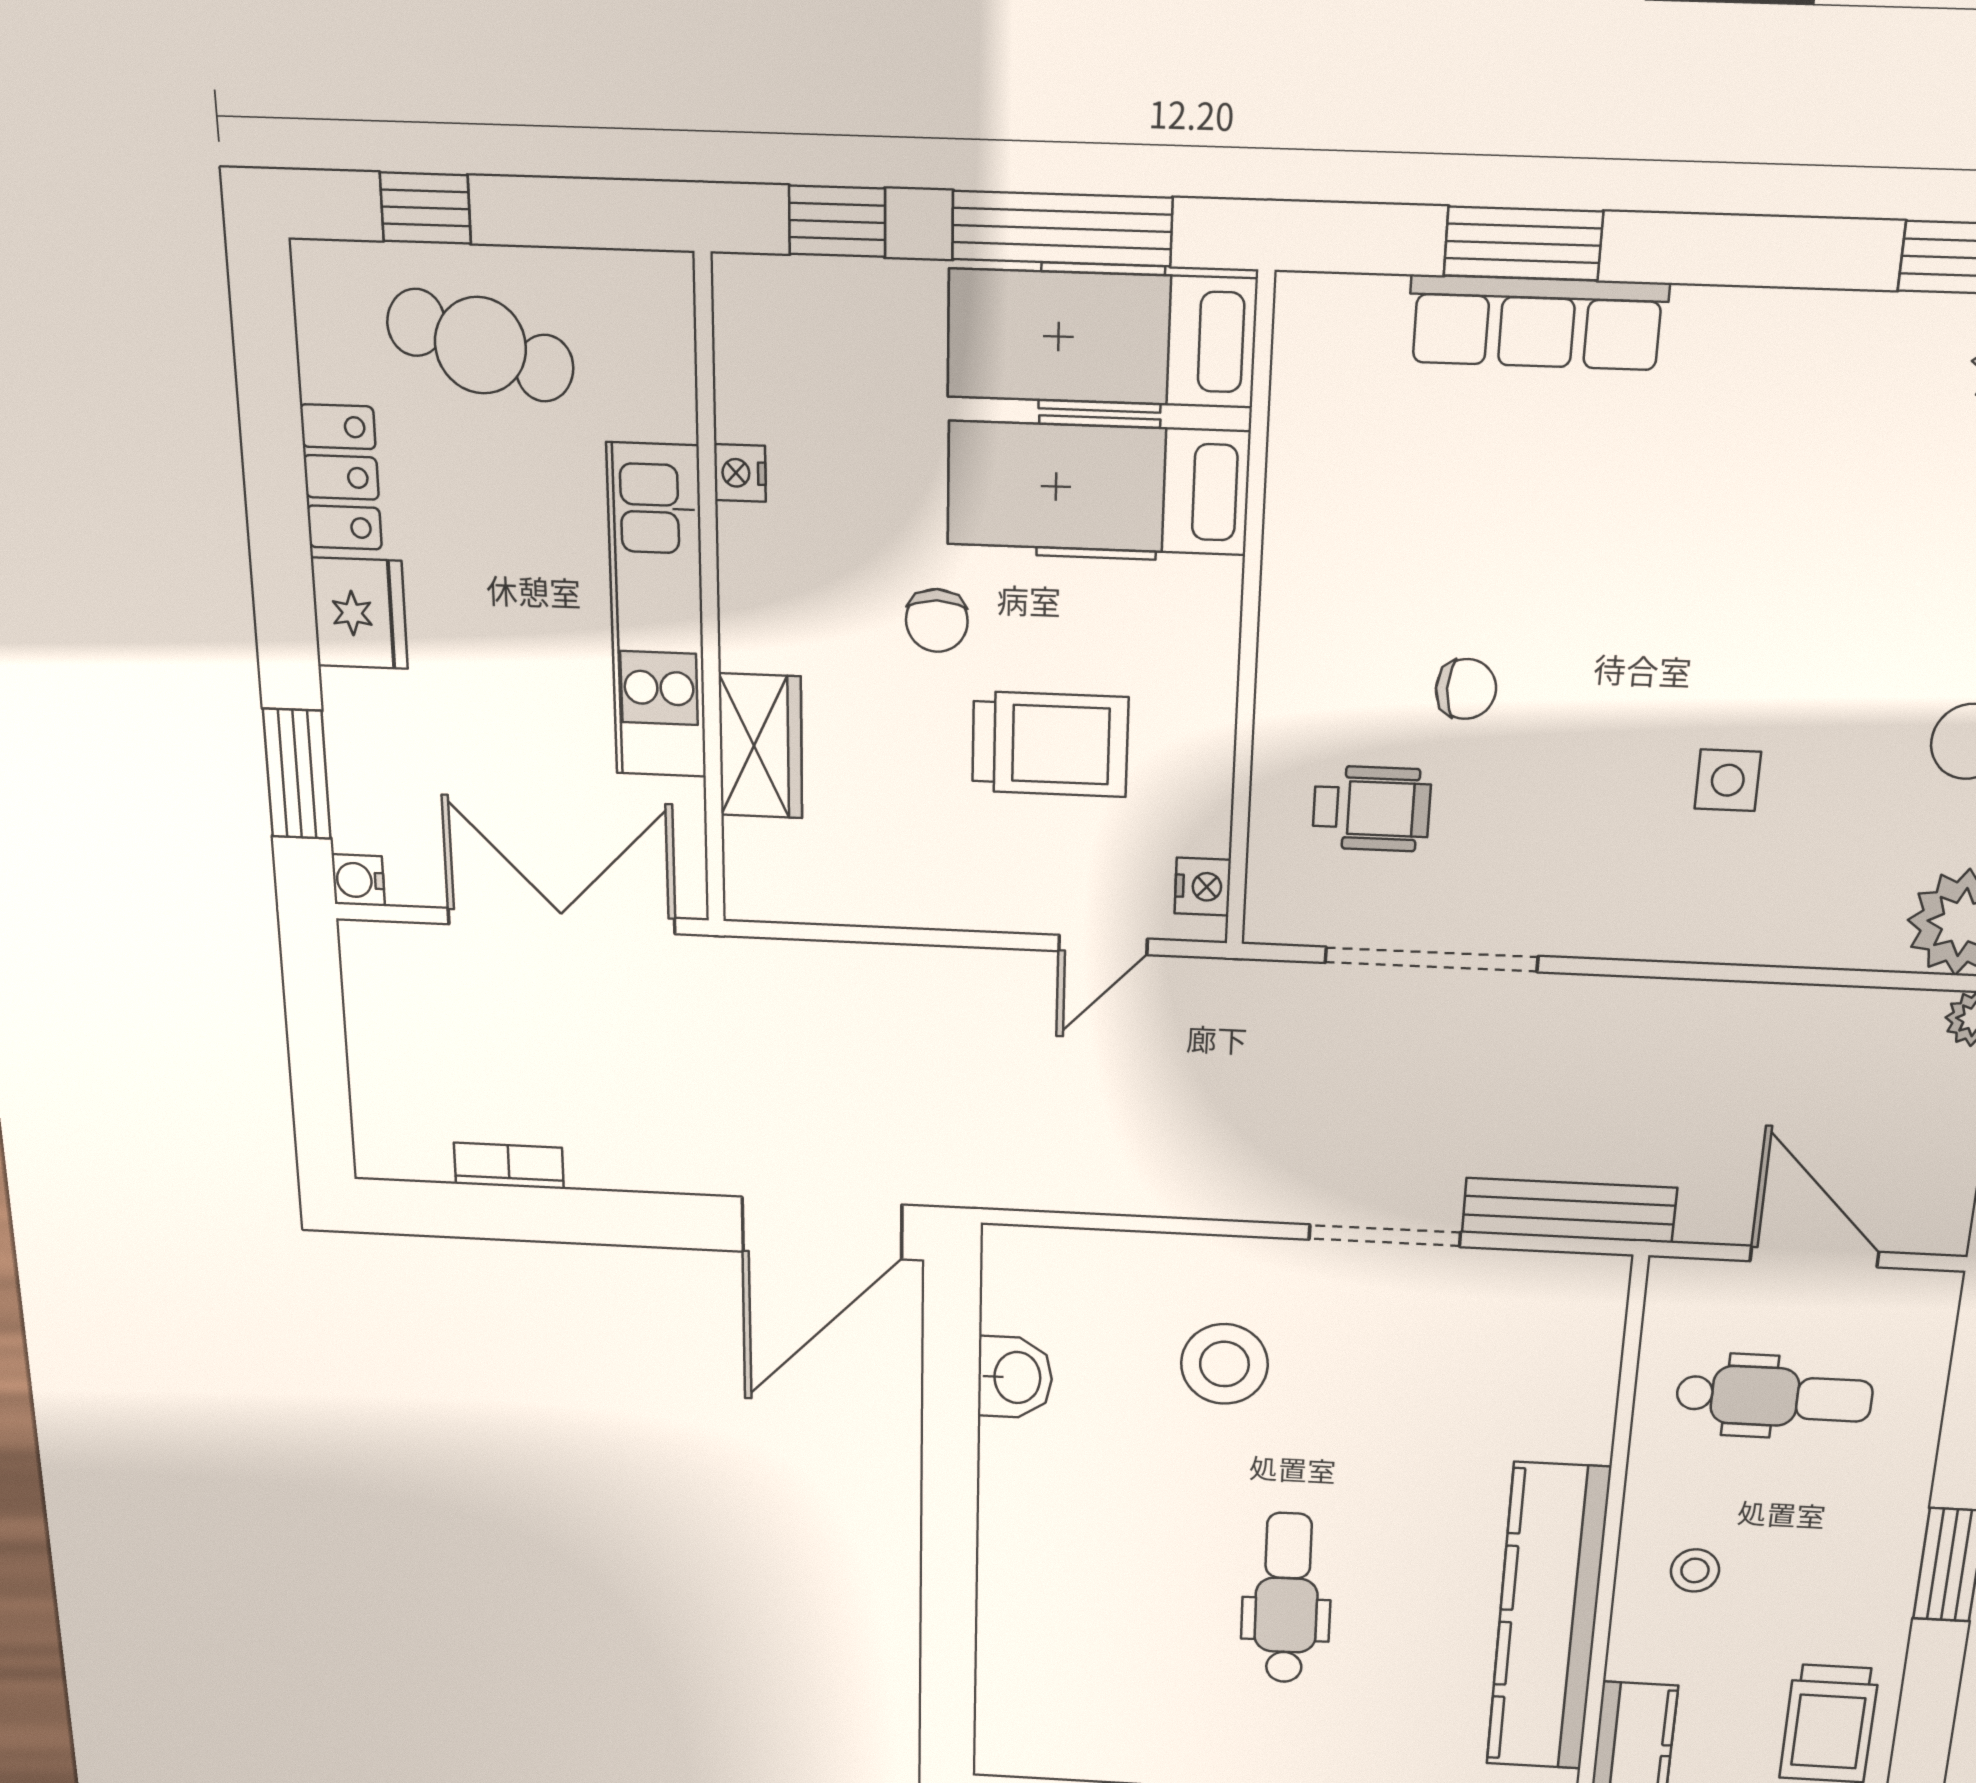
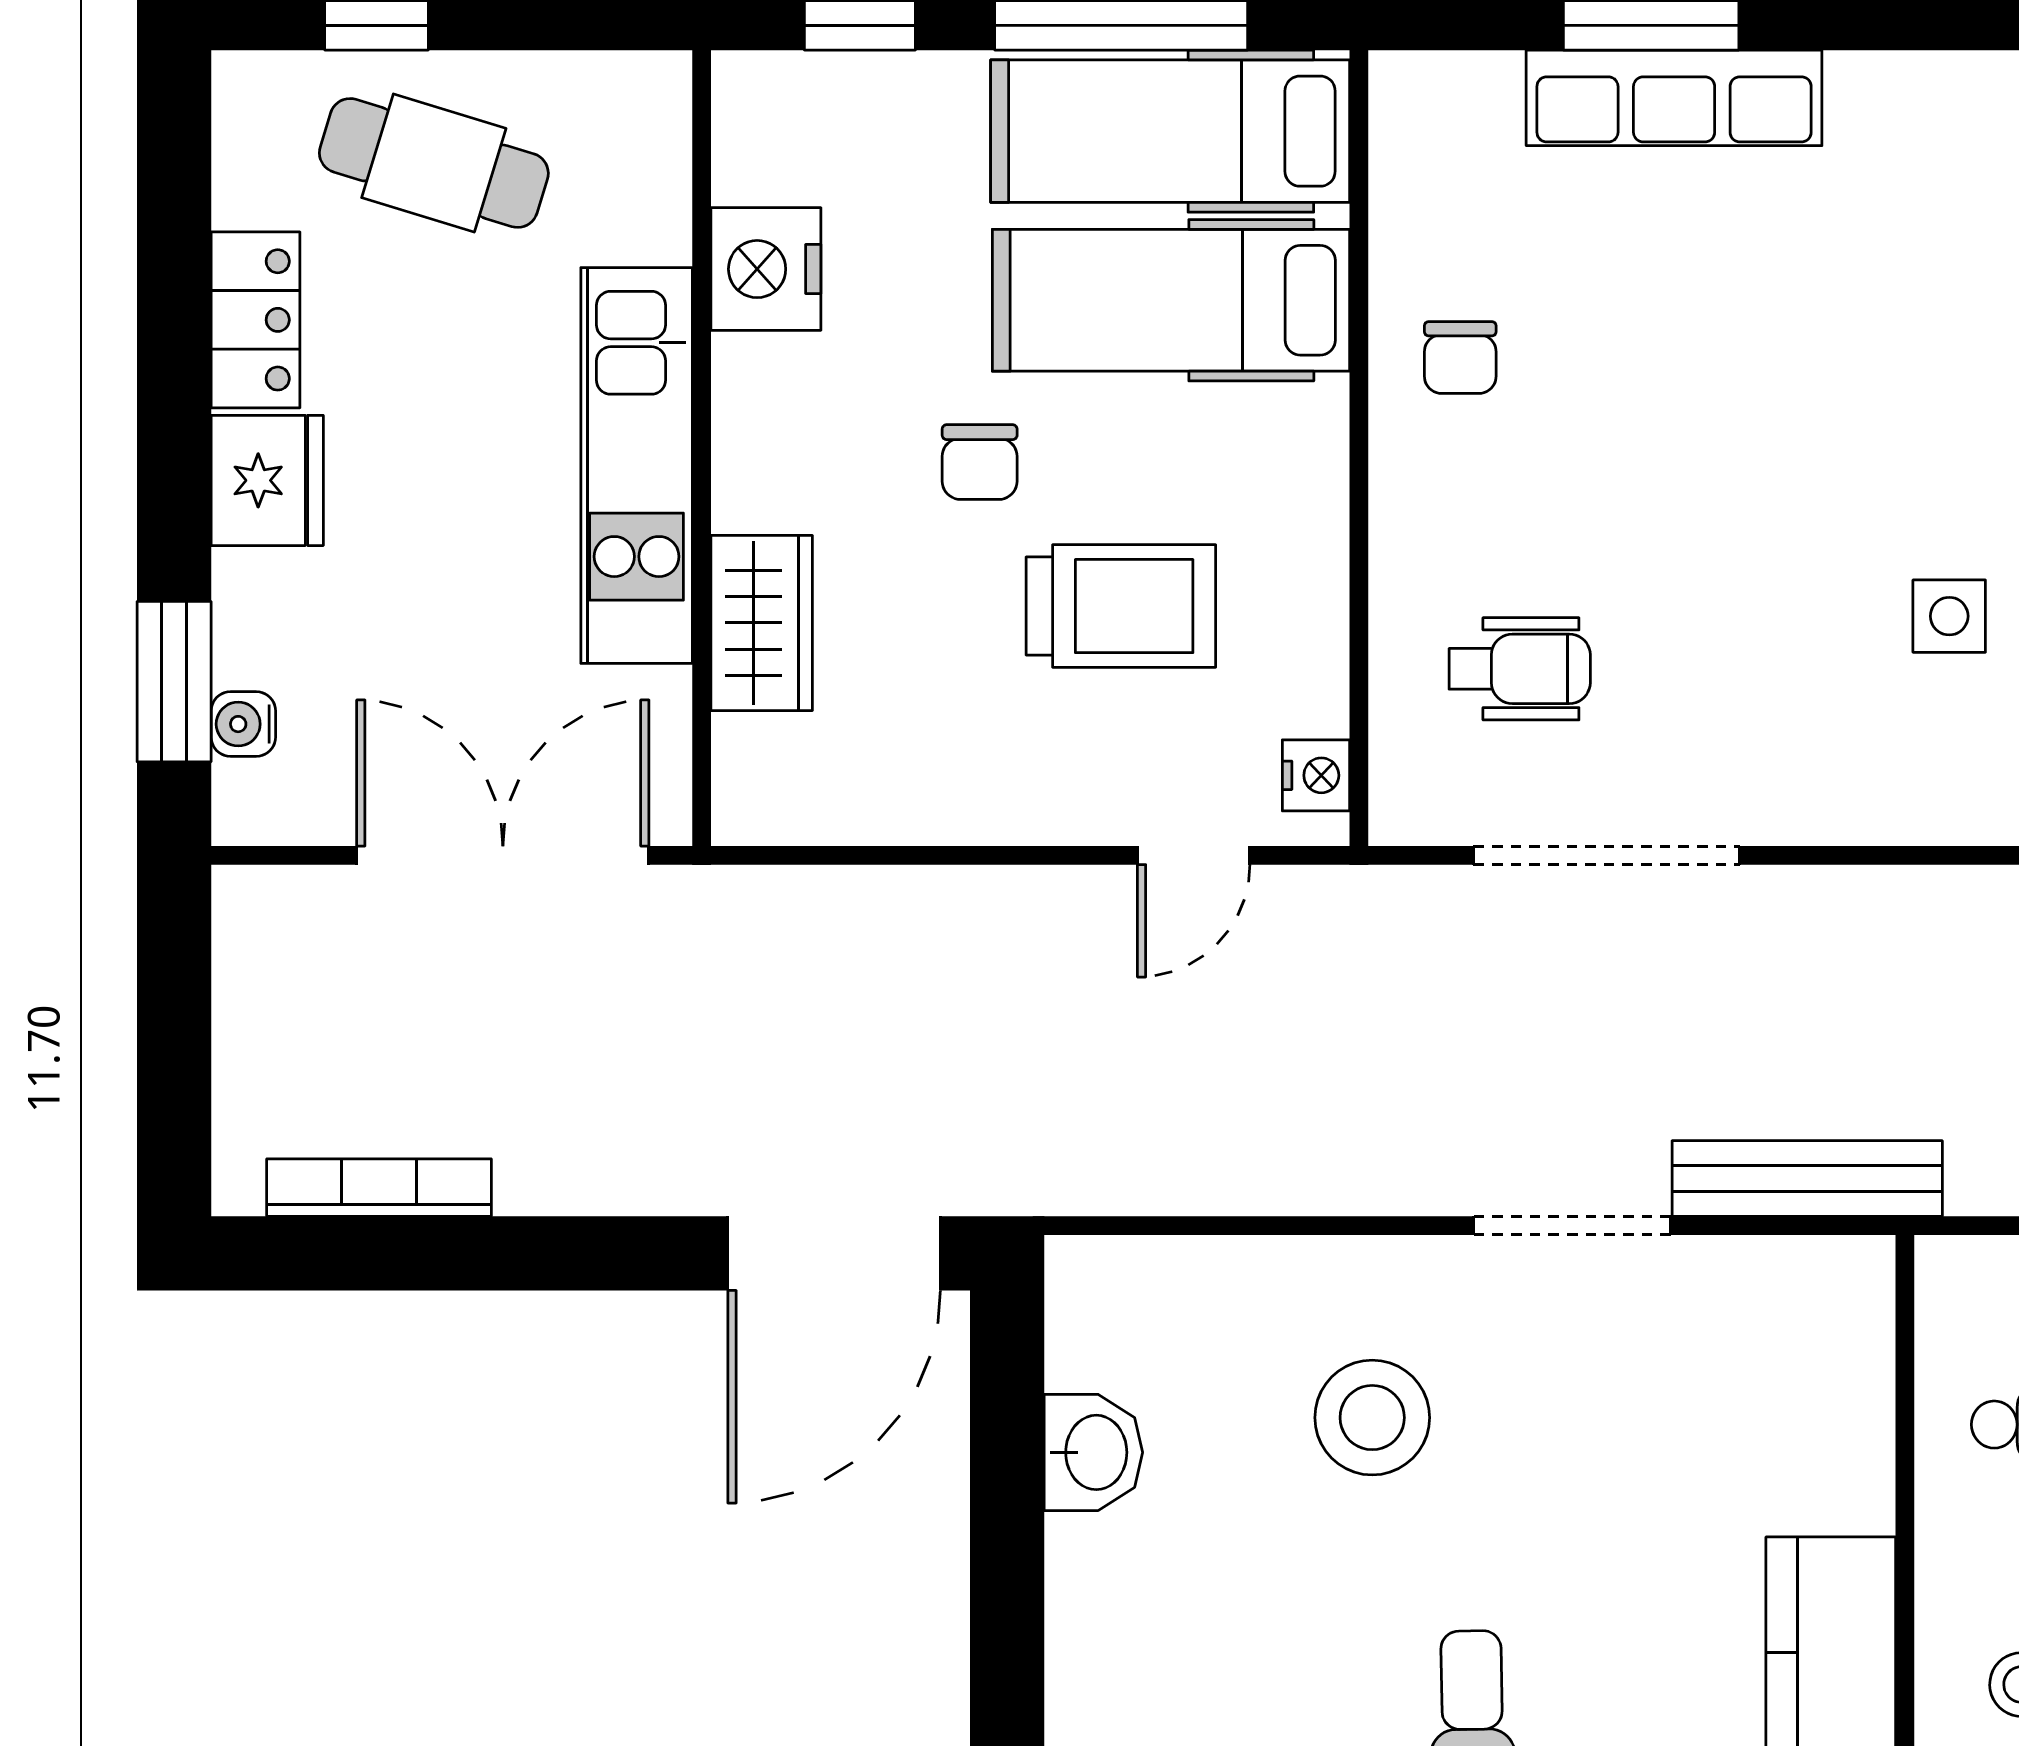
nightstand: (740, 473) -> (766, 269), width x1.89, depth x1.79
chair: (1466, 689) -> (1460, 358), moved, turned 90
water cooler: (358, 880) -> (243, 724), moved
bookcase: (509, 1166) -> (379, 1188), width x1.56

